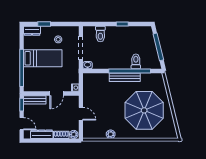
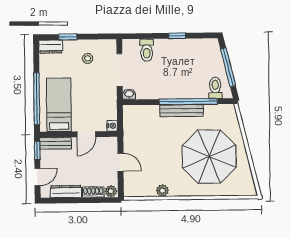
bed: (43, 58) -> (59, 105), moved, turned -90
toilet: (136, 61) -> (215, 88), moved
door: (22, 124) -> (37, 177), hinge flipped

